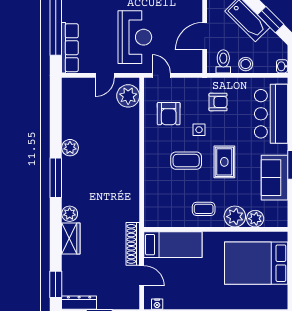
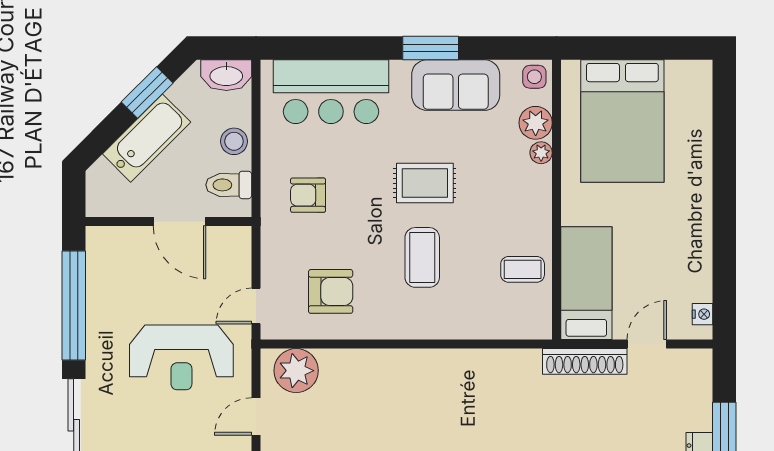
reception desk: (135, 37) -> (181, 357), turned 180
washbasin: (282, 66) -> (226, 75), width x1.91, depth x1.45
door: (105, 75) -> (256, 416), swing flipped
armchair: (218, 102) -> (308, 195), turned -90
side table: (199, 130) -> (534, 77), moved
coffee table: (204, 209) -> (523, 269), moved, turned 90
plant: (235, 217) -> (541, 153), width x0.53, depth x0.53

